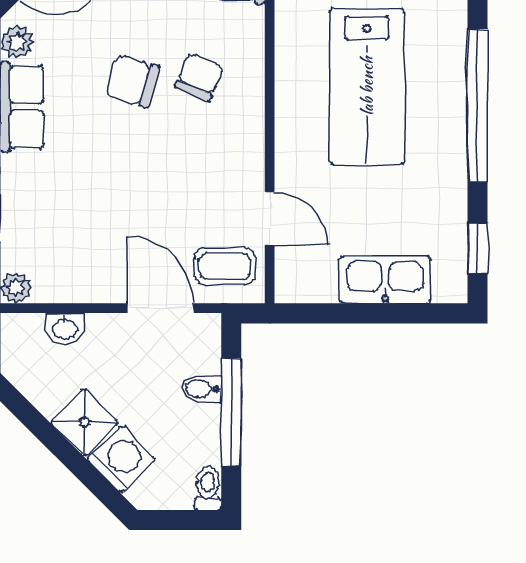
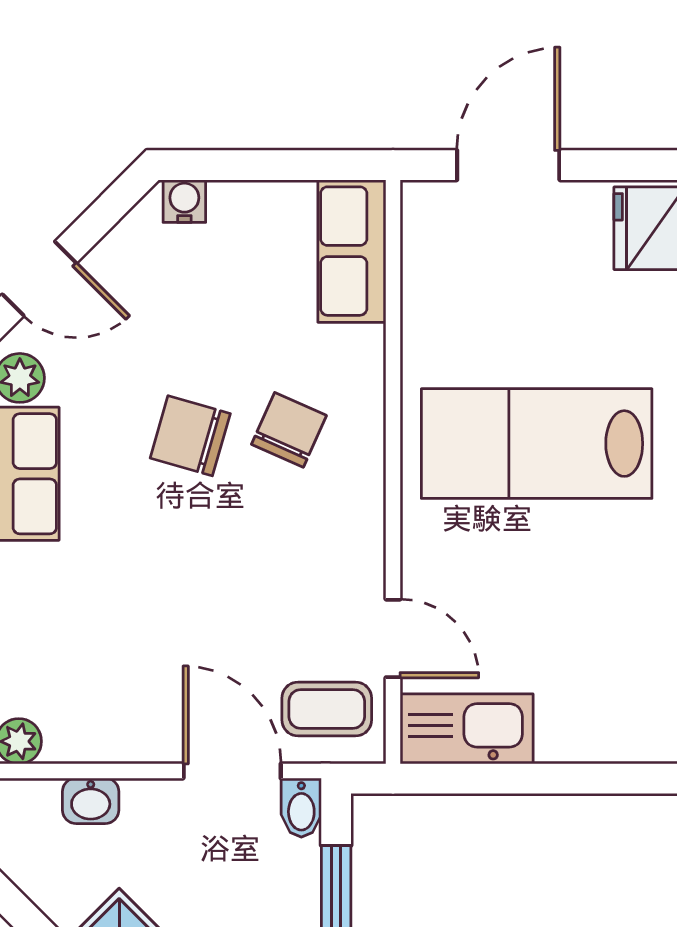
lab bench: (367, 86) -> (537, 444), turned 90
kitchen sink: (385, 280) -> (467, 729), moved
bidet: (201, 389) -> (301, 808), moved, turned -90

